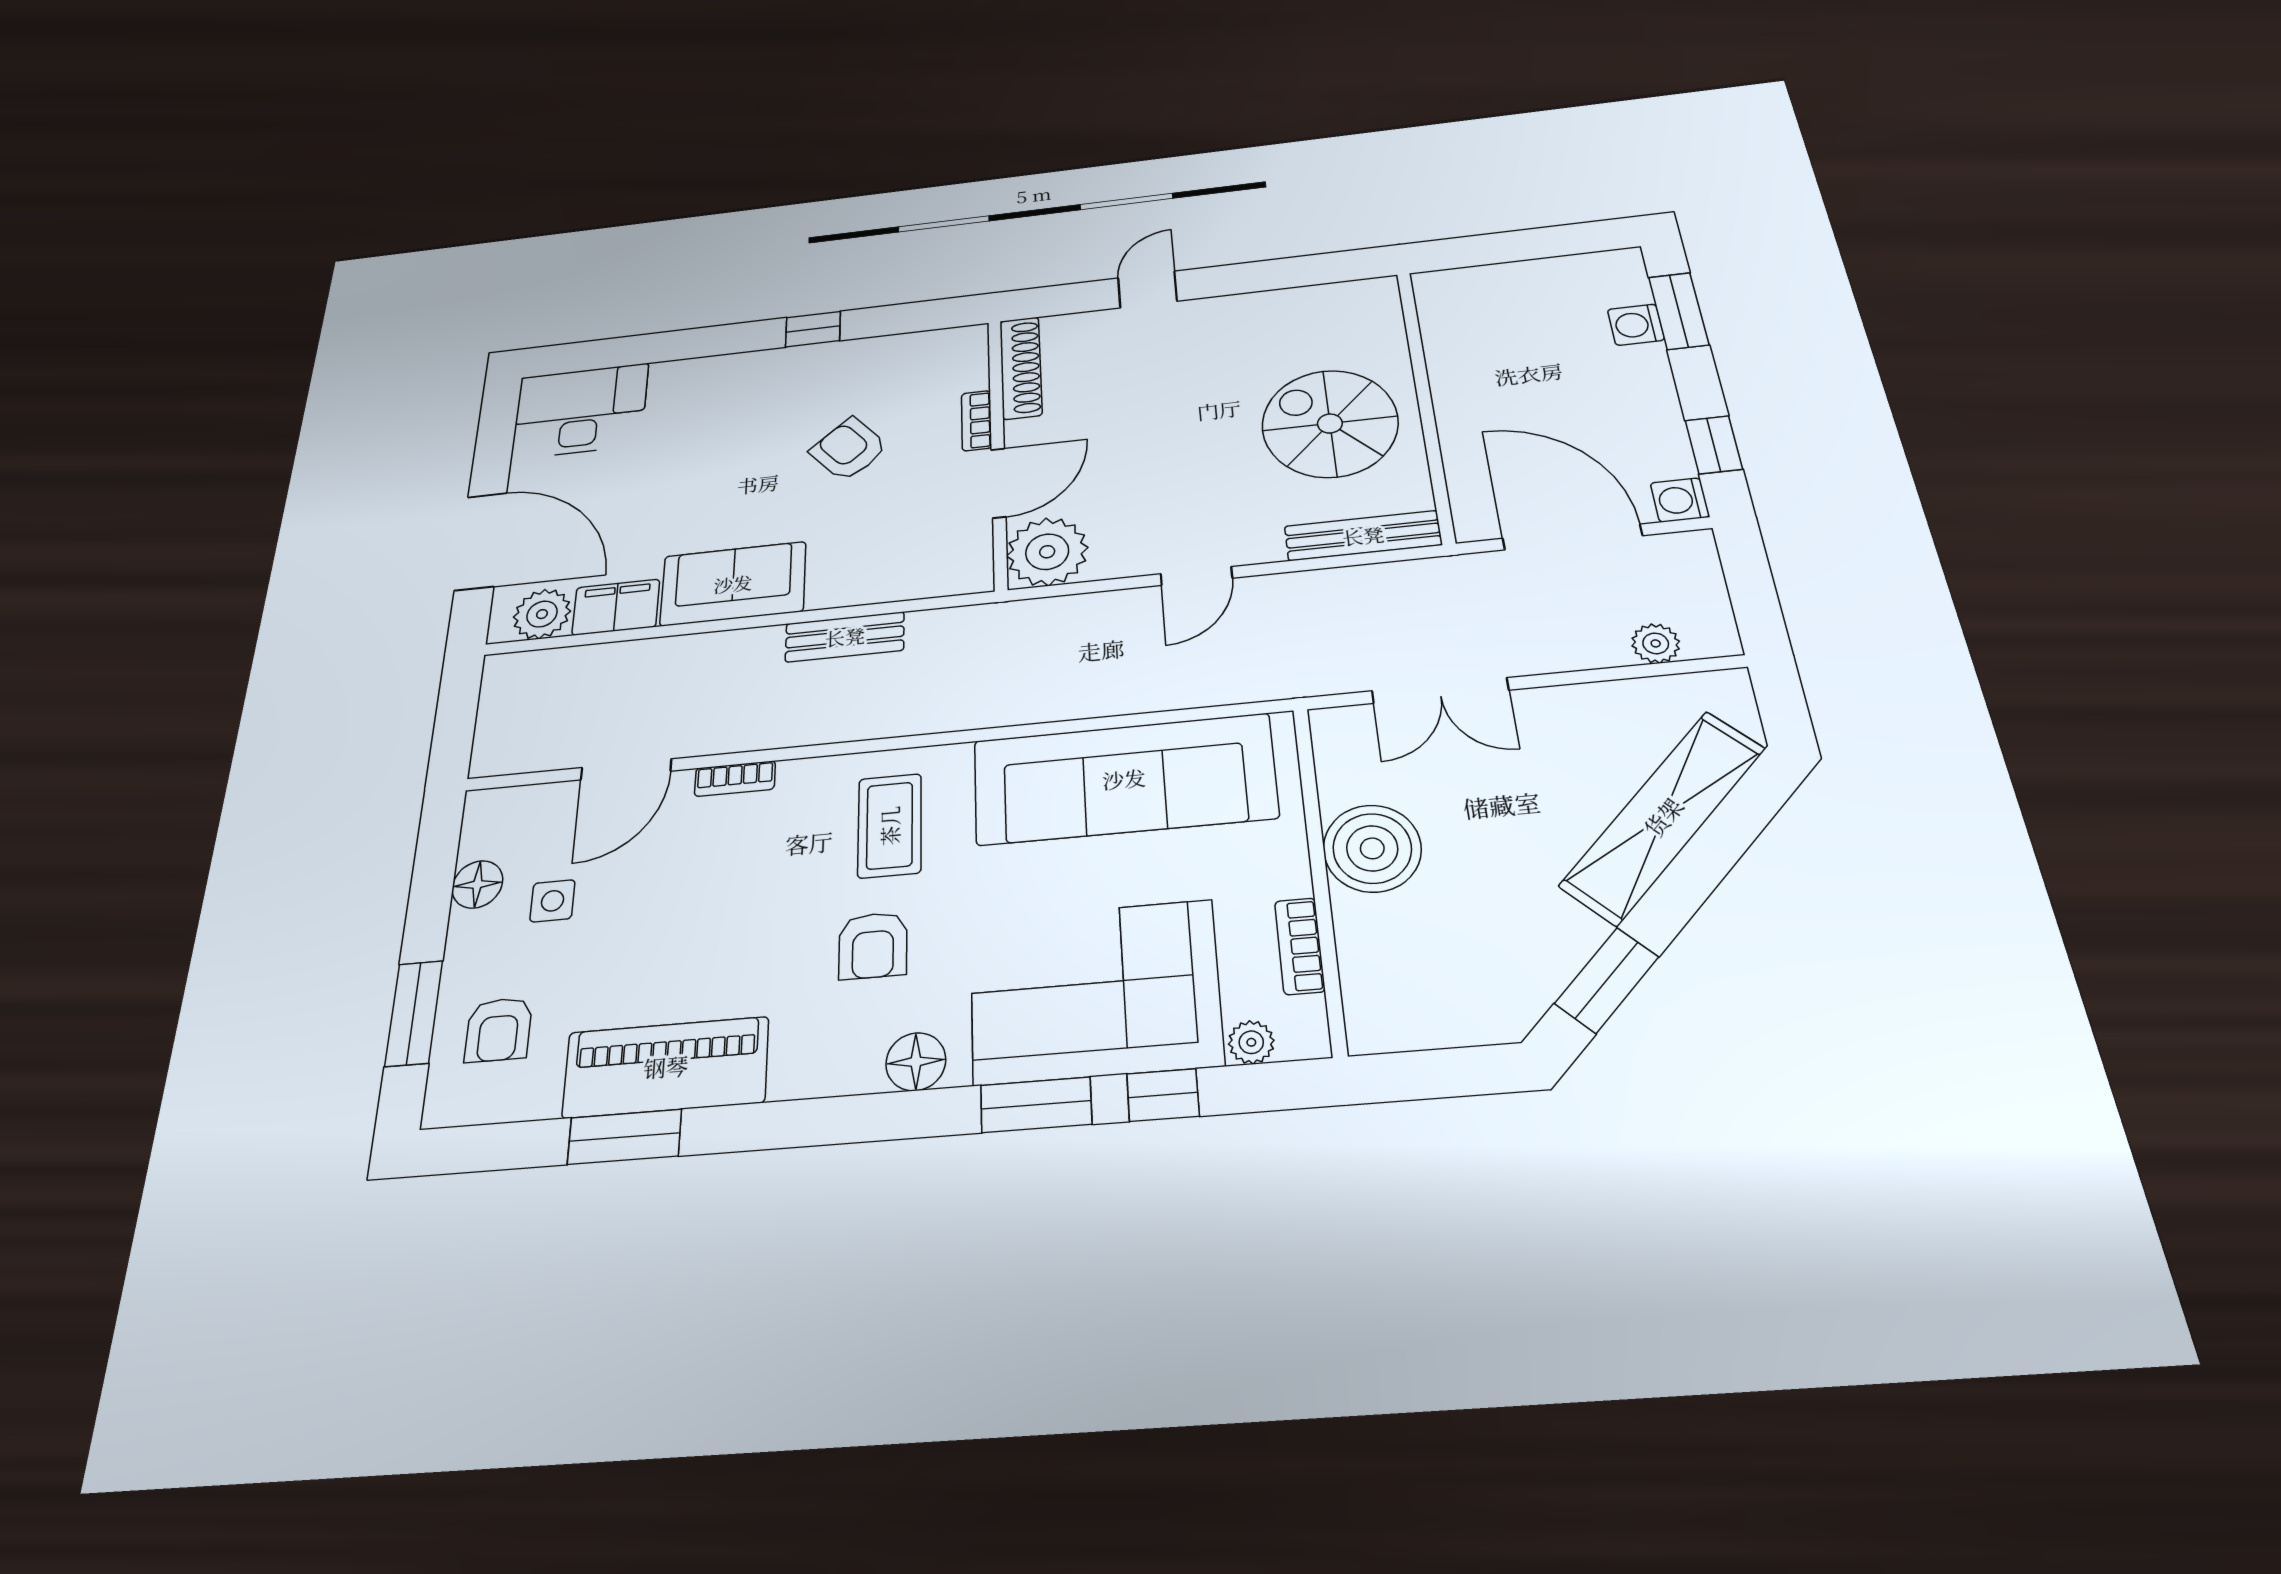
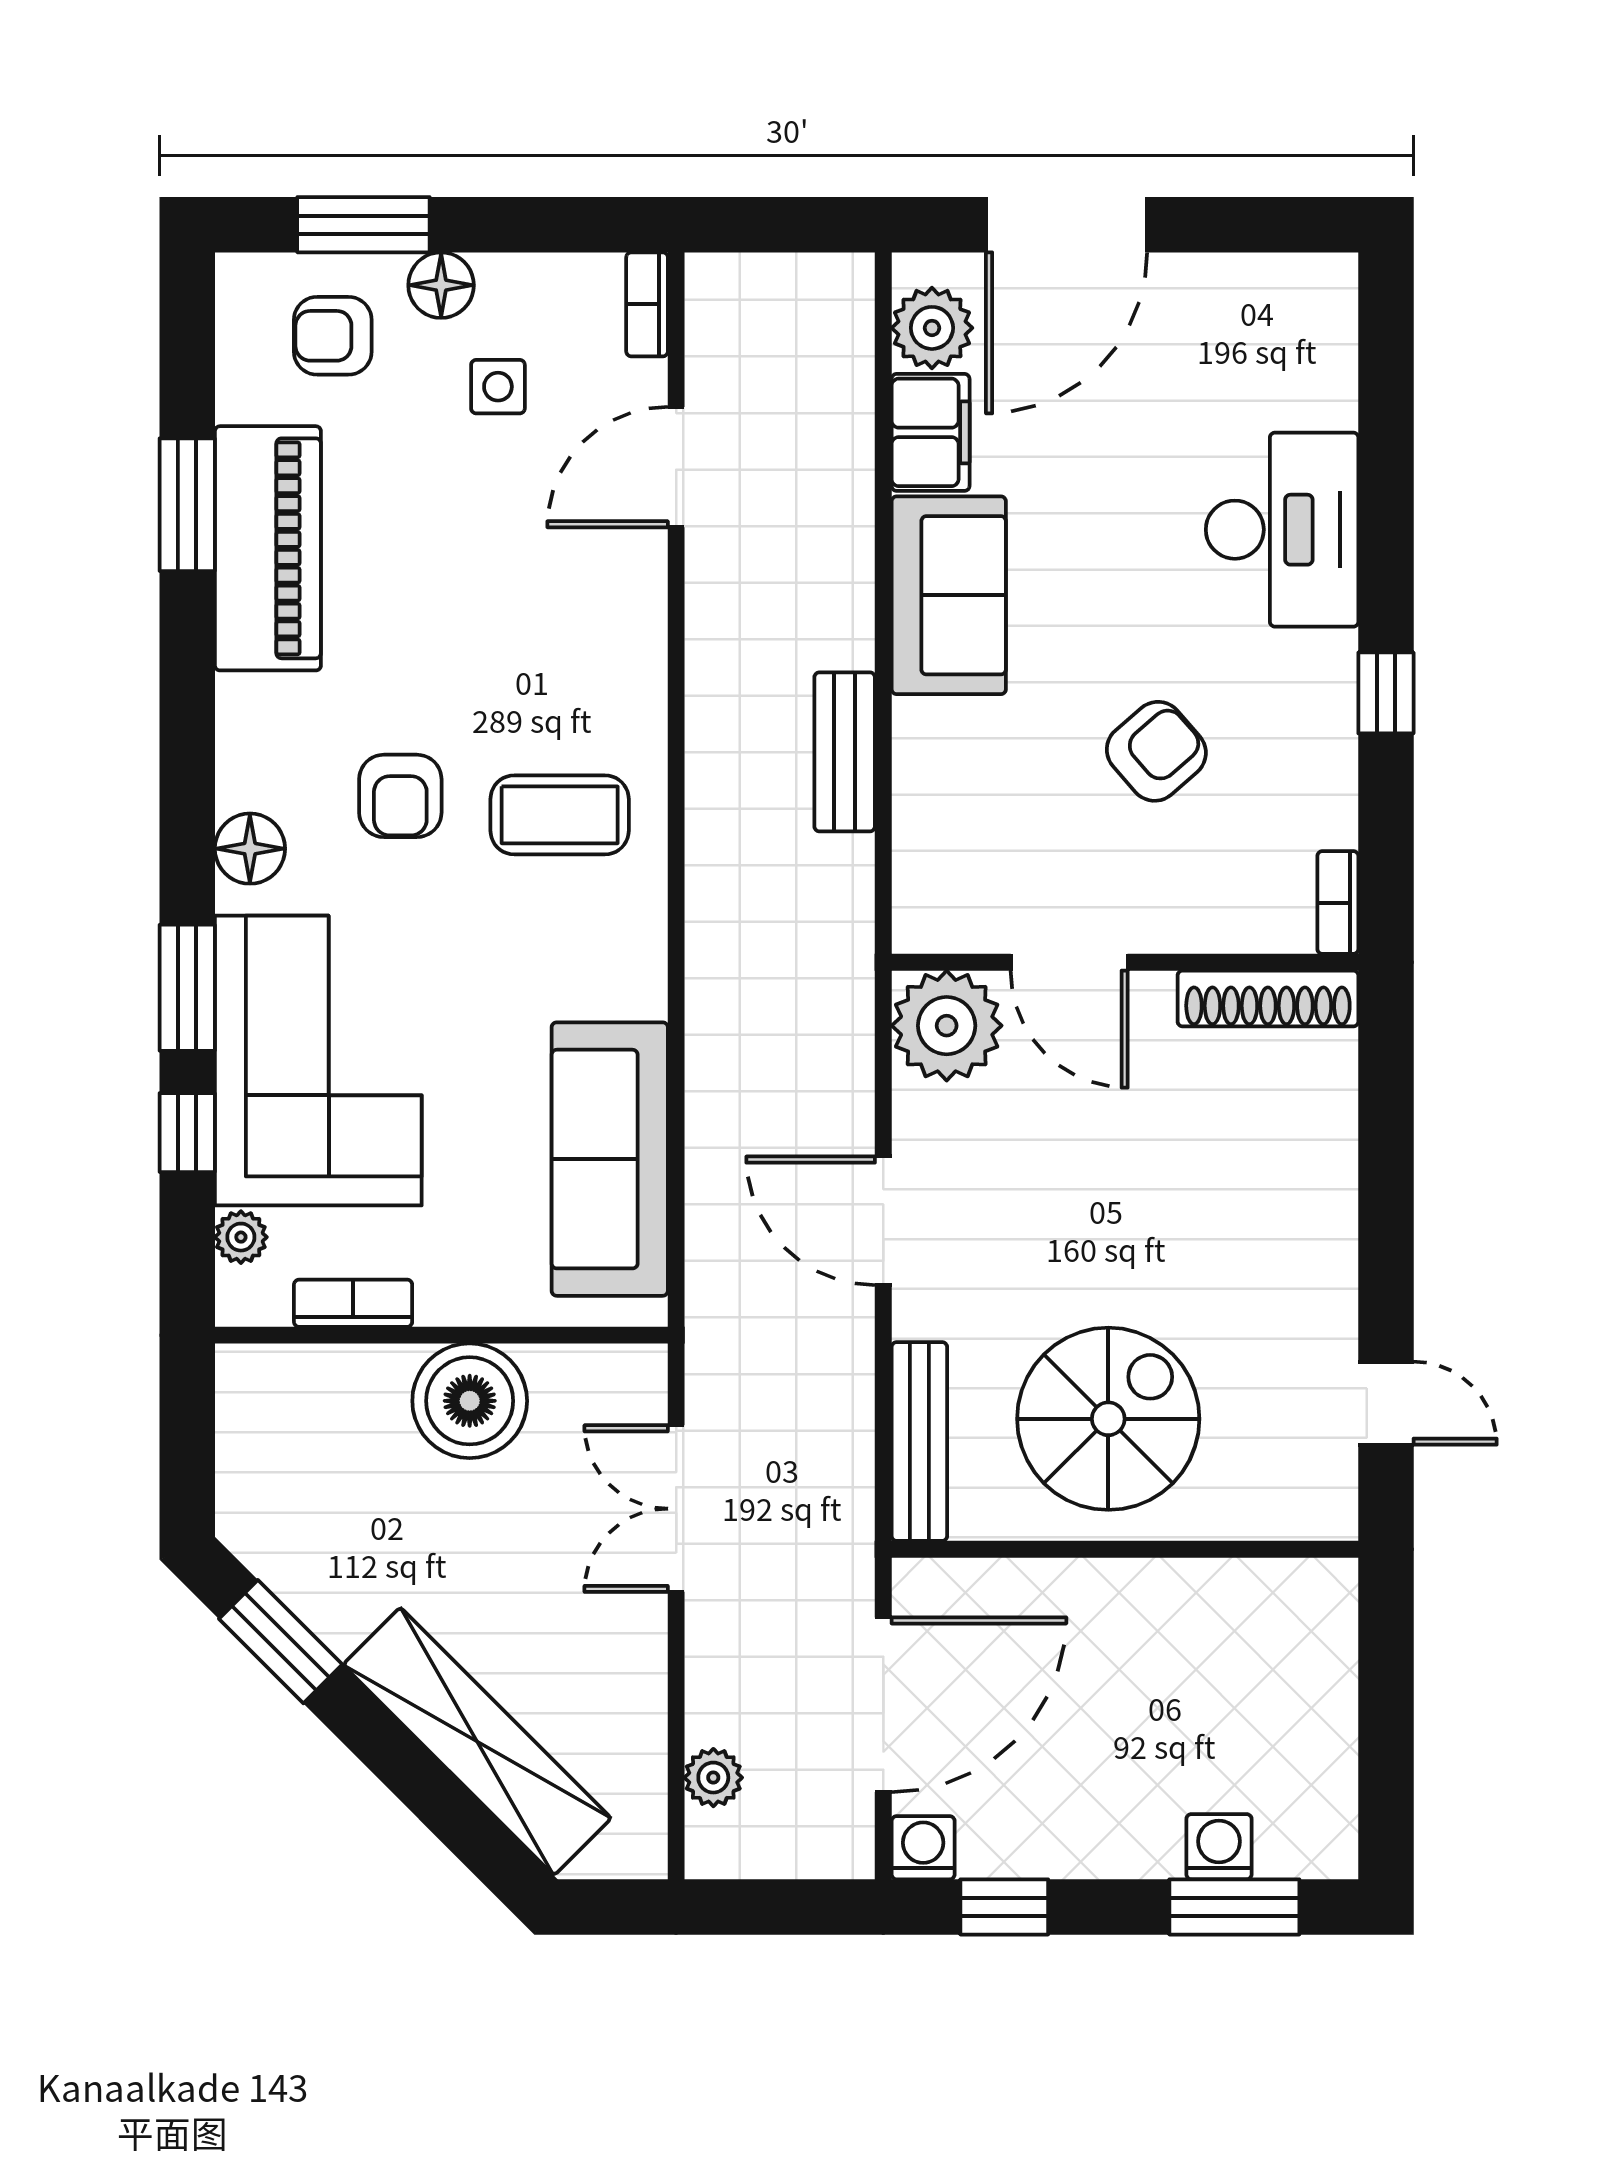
door: (1148, 289) -> (1386, 1403), moved
desk: (580, 411) -> (1282, 530), moved
bookcase: (977, 421) -> (1338, 903), moved, turned -90
door: (1196, 576) -> (883, 1221), width x1.38
door: (626, 769) -> (676, 467), hinge flipped
bookcase: (735, 779) -> (647, 304), moved
sofa: (1124, 779) -> (610, 1159), width x0.74, depth x0.79
floor lamp: (477, 884) -> (441, 285), moved
armchair: (873, 945) -> (400, 796), turned -90

